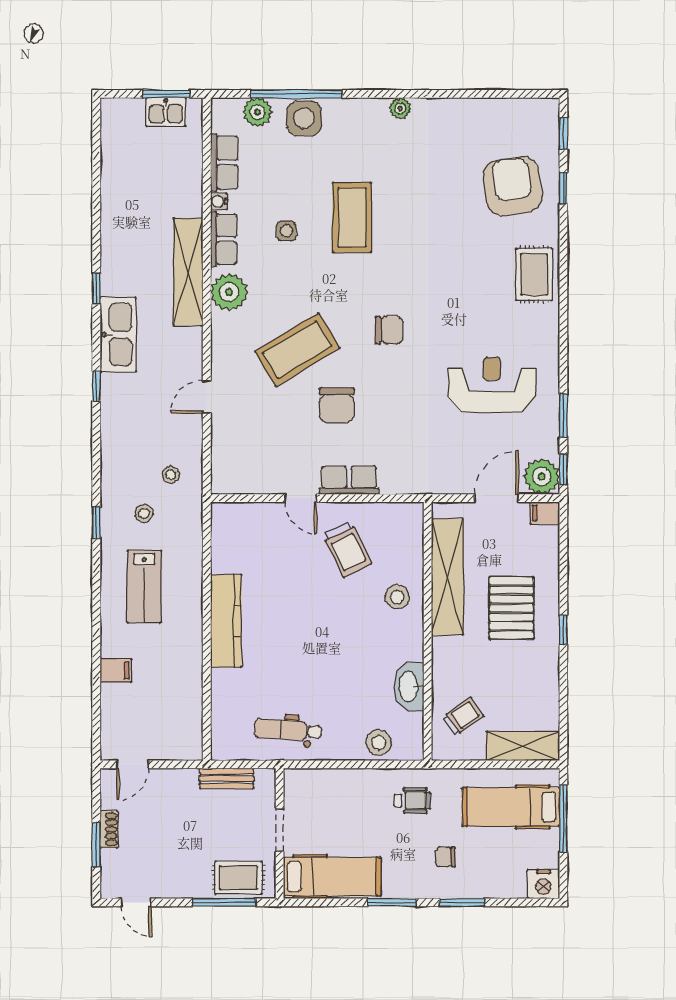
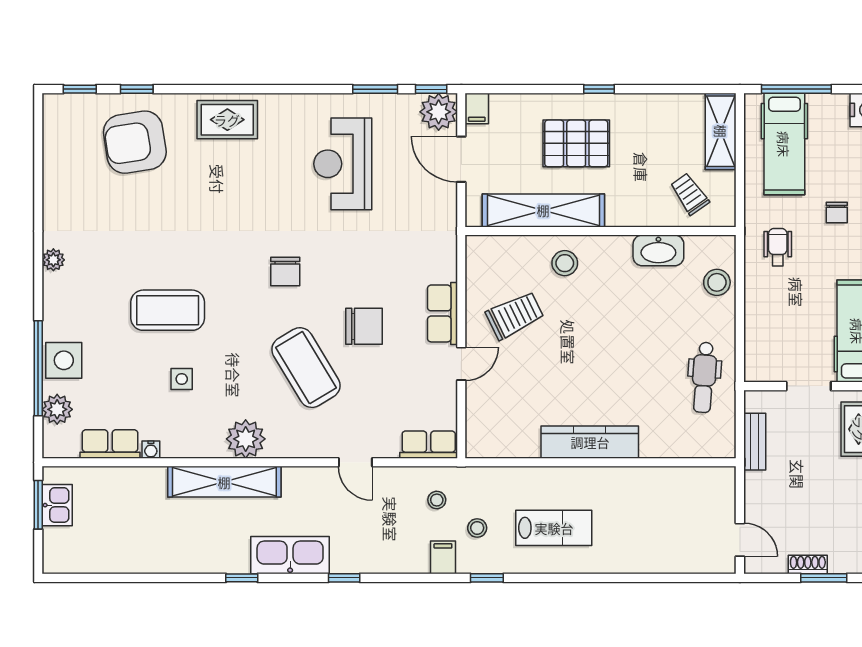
row of seats: (224, 239) -> (429, 445), moved
chair: (389, 330) -> (285, 271), turned 180
filing cabinet: (116, 670) -> (443, 557), moved

